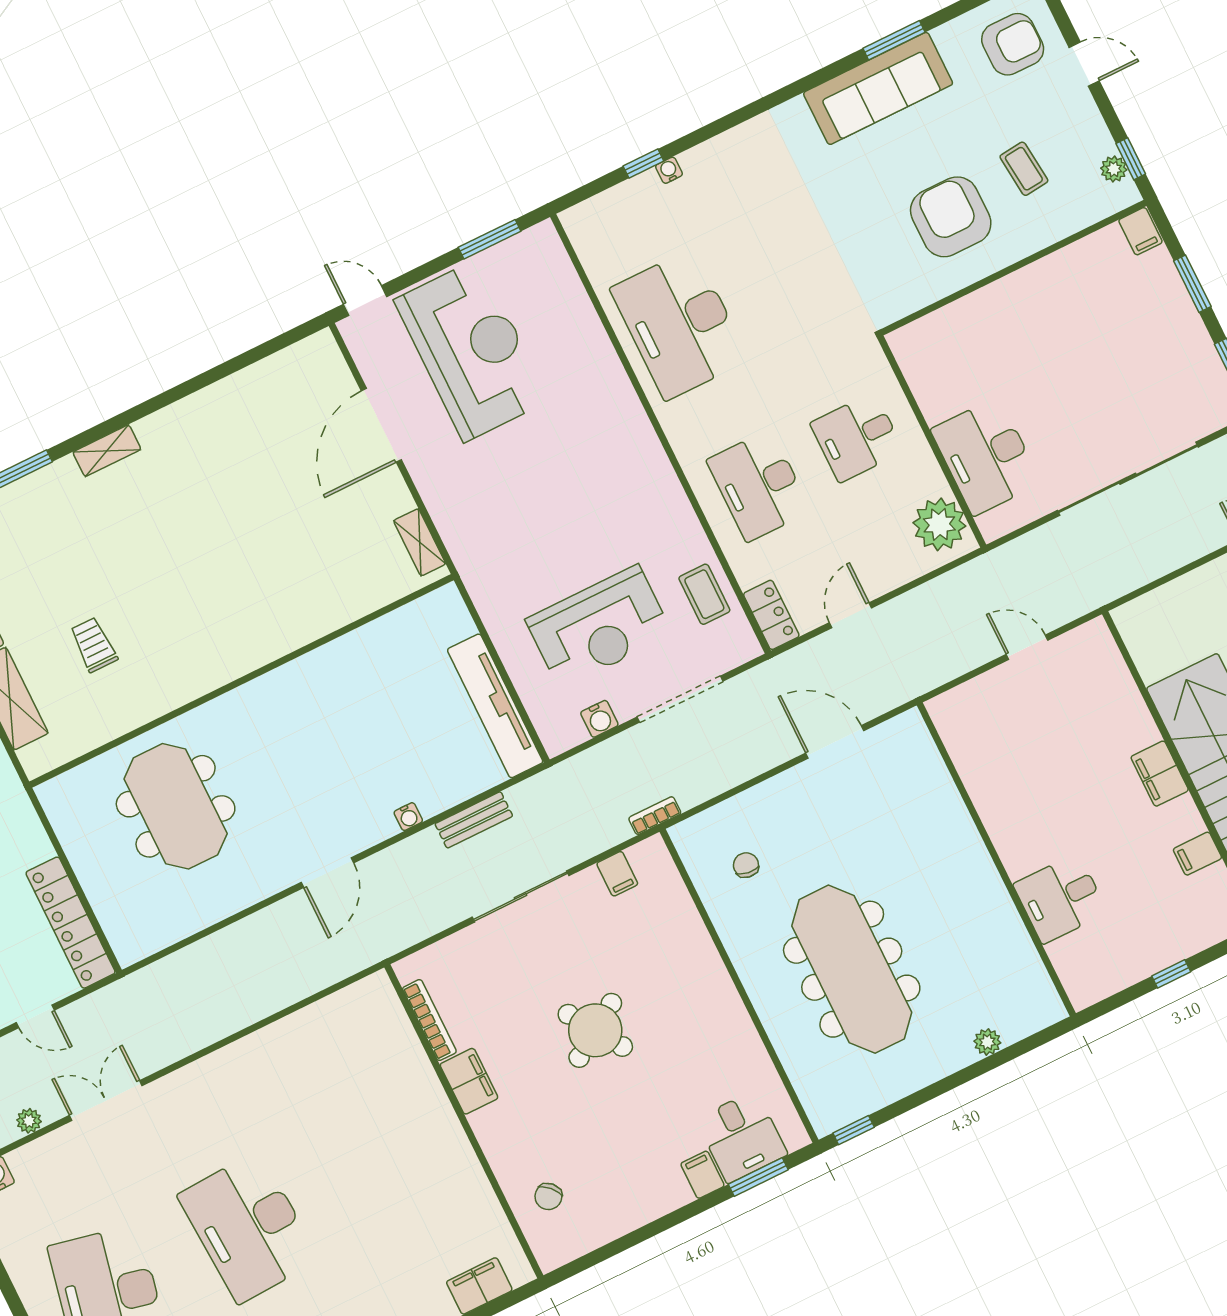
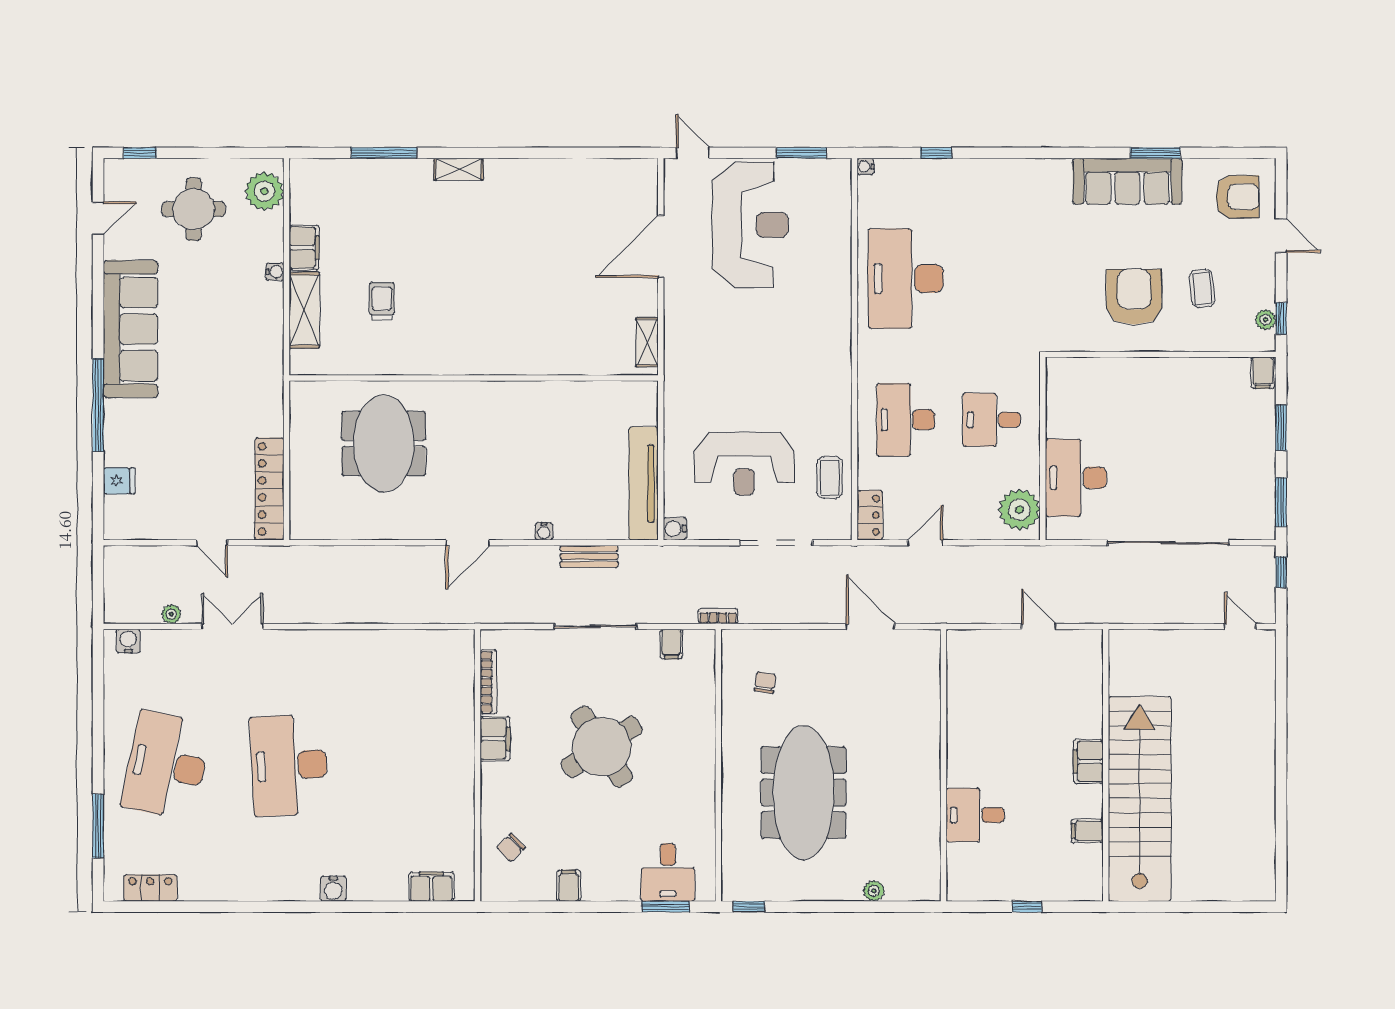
water cooler: (669, 170) -> (865, 166), moved, turned -90
water cooler: (599, 719) -> (675, 529), moved, turned 90
round table: (595, 1030) -> (602, 747), width x1.36, depth x1.36
filing cabinet: (702, 1175) -> (569, 886), moved

